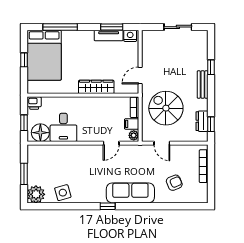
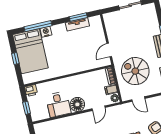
nightstand: (130, 36) -> (46, 32), moved
wardrobe: (96, 87) -> (77, 67), removed
floor lamp: (40, 133) -> (77, 104), moved

